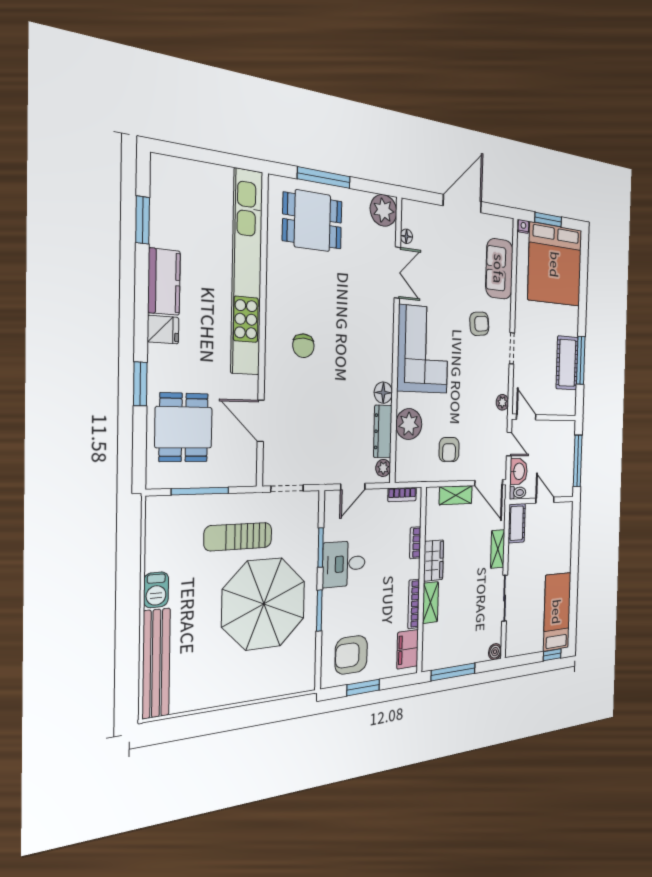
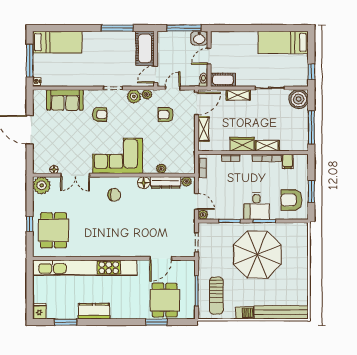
window: (324, 178) -> (30, 224), width x0.46
window: (548, 220) -> (30, 61), width x1.44
bed: (555, 265) -> (57, 42), width x0.49
double door: (397, 273) -> (75, 175), swing flipped
armchair: (479, 324) -> (100, 114), turned 96
fridge: (163, 330) -> (39, 311), moved
chair: (303, 346) -> (114, 195), moved
cot: (567, 363) -> (145, 48), moved, turned 90
plant: (501, 381) -> (134, 96), added
window: (140, 384) -> (156, 322), moved
plant: (409, 424) -> (161, 169), width x0.53, depth x0.53
dining table: (184, 427) -> (165, 300), turned 90
armchair: (449, 450) -> (166, 115), moved, turned 180
washbasin: (519, 471) -> (199, 38), moved, turned 180
plant: (332, 499) -> (203, 215), added
sun lounger: (238, 537) -> (216, 296), moved
desk: (344, 564) -> (257, 206), moved
filing cabinet: (408, 649) -> (288, 161), width x0.50
boiler: (495, 652) -> (299, 99), width x1.86, depth x1.86
armchair: (351, 655) -> (292, 200), turned 90
window: (552, 655) -> (311, 72), moved

